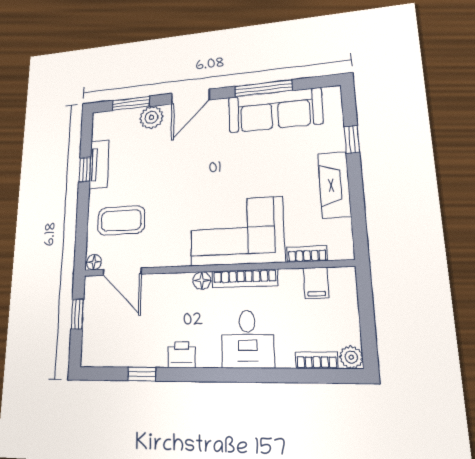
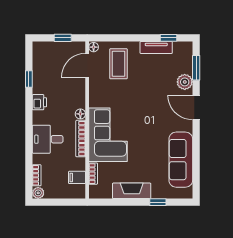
window: (263, 88) -> (196, 153), removed
window: (85, 169) -> (169, 38), moved

